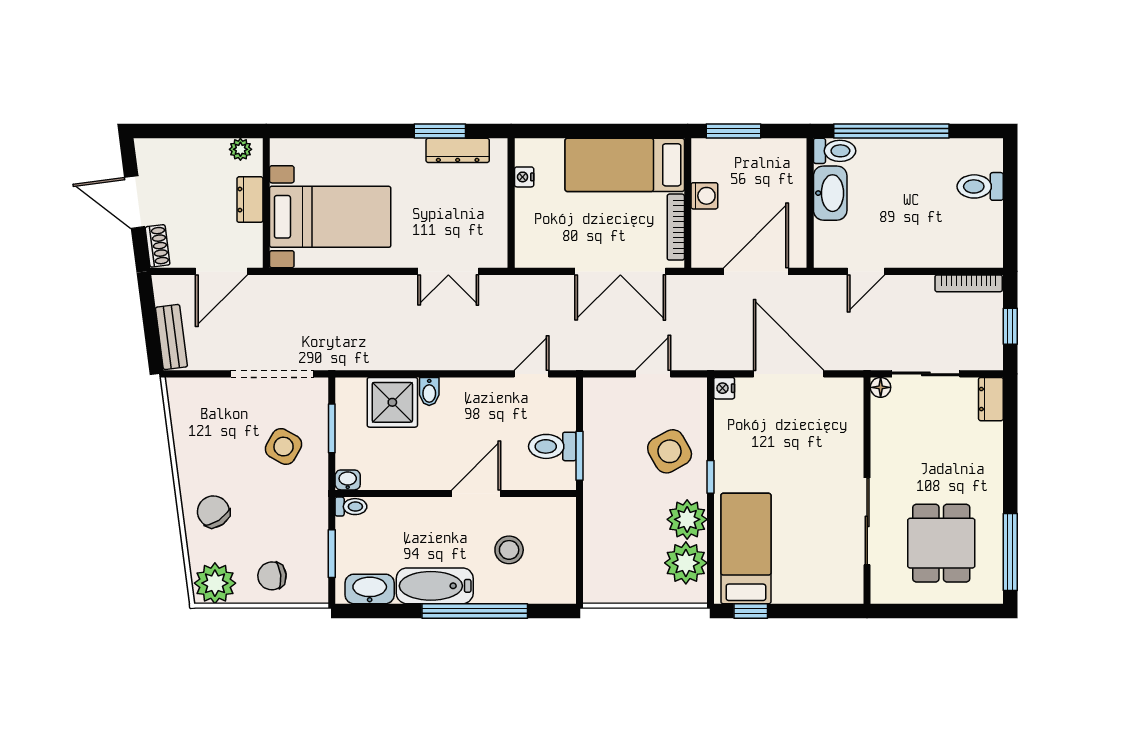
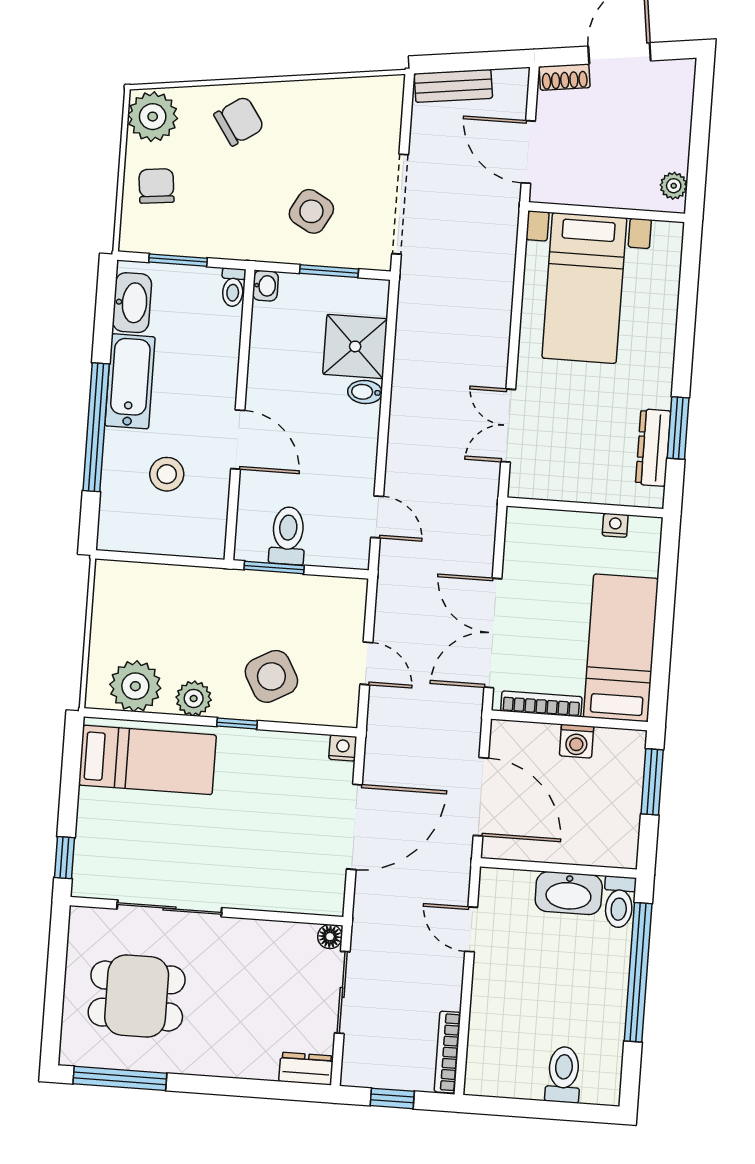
dresser: (250, 200) -> (612, 193), removed
plant: (687, 519) -> (194, 698), width x0.73, depth x0.73
window: (751, 611) -> (64, 858), moved

